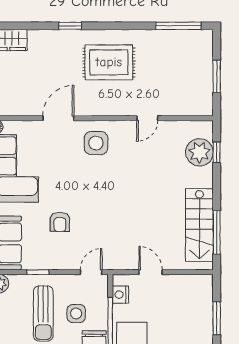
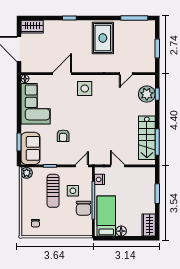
rug: (109, 62) -> (103, 38), moved, turned 90
door: (147, 118) -> (126, 74), moved

